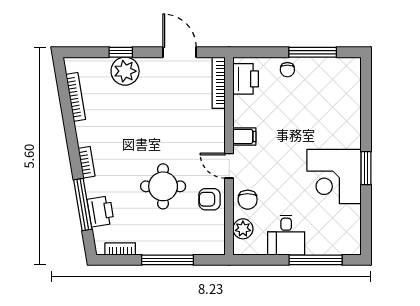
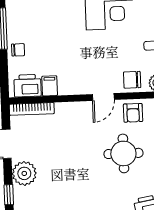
plant: (125, 71) -> (24, 173), moved
filing cabinet: (244, 137) -> (50, 86), moved
chair: (248, 200) -> (132, 80), turned 180

